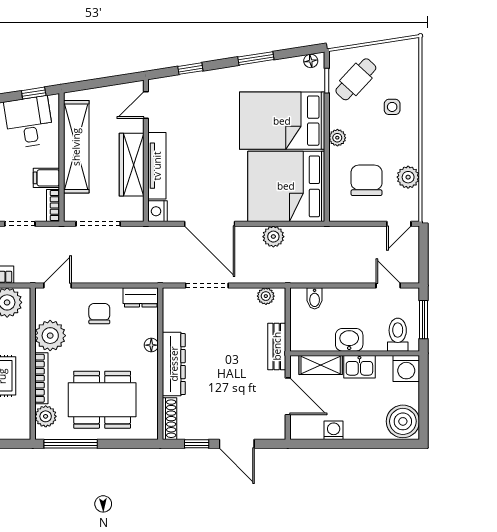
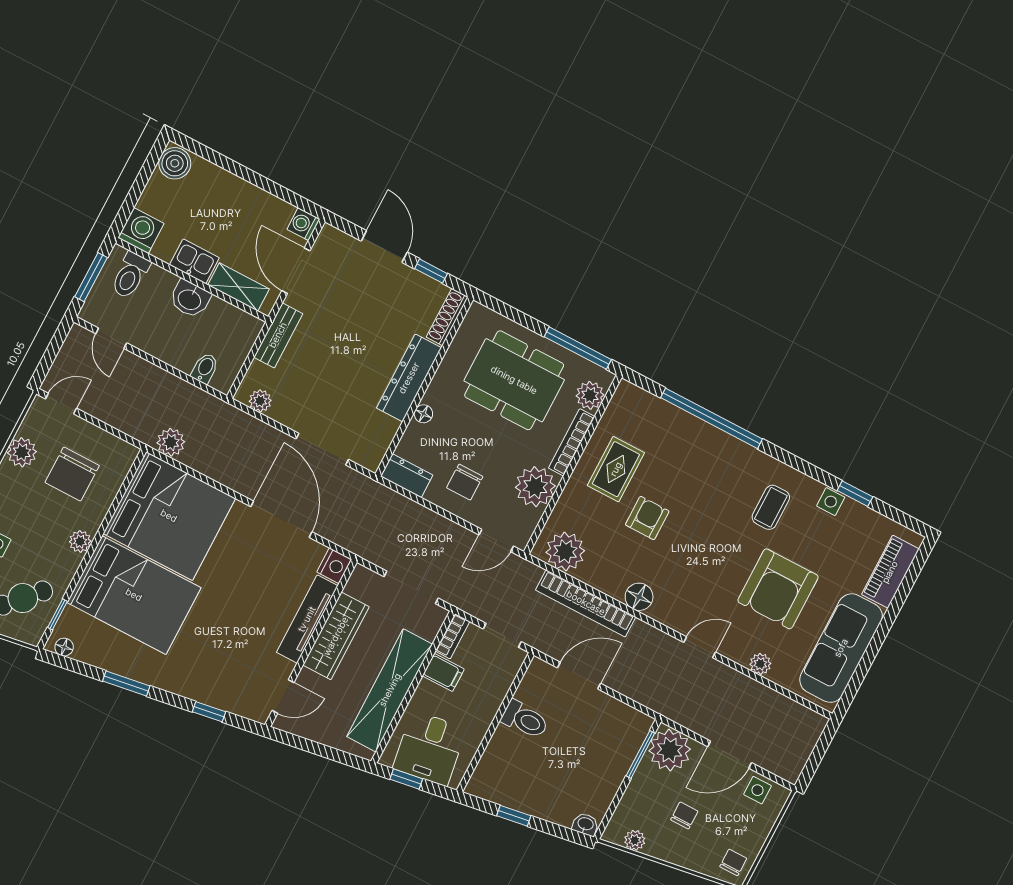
plant: (273, 237) -> (171, 442), moved
boiler: (403, 421) -> (175, 163), width x0.73, depth x0.73
washing machine: (334, 430) -> (303, 224), moved, turned 90

